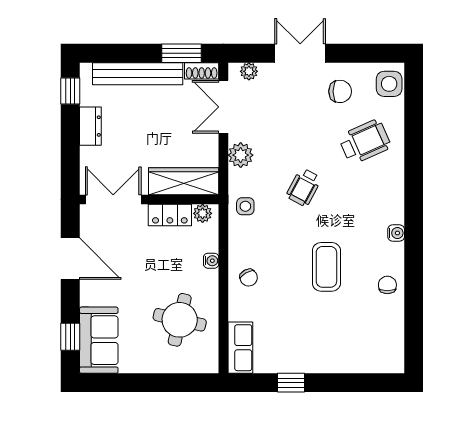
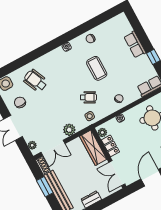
window: (181, 53) -> (45, 187), moved
wheelchair: (304, 187) -> (88, 97), moved
coffee table: (326, 267) -> (97, 68), turned 90
row of seats: (332, 361) -> (135, 45), added

